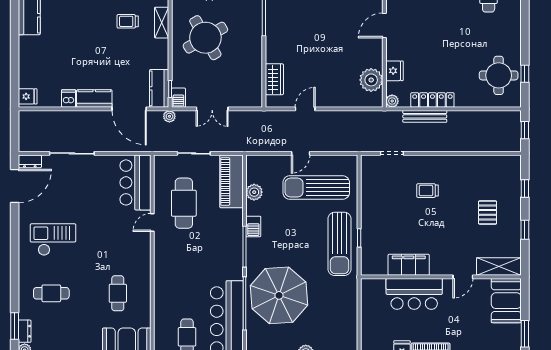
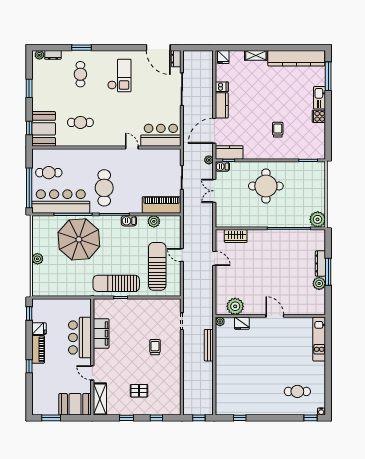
shelving: (162, 23) -> (256, 55), moved
round table: (205, 38) -> (266, 186), turned 30
round table: (499, 75) -> (239, 399), removed
locker: (432, 100) -> (221, 351), removed
cafe table: (184, 203) -> (104, 188), moved, turned 90
window: (15, 326) -> (81, 48), moved

